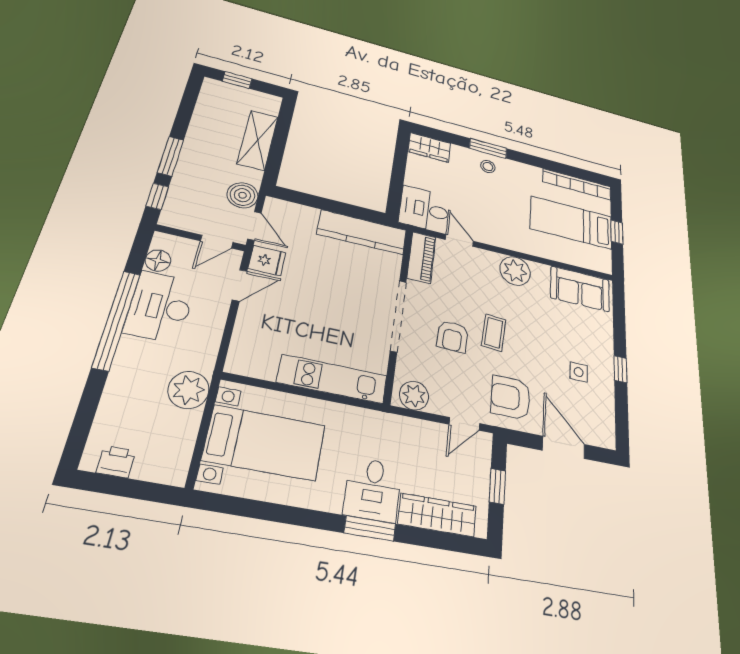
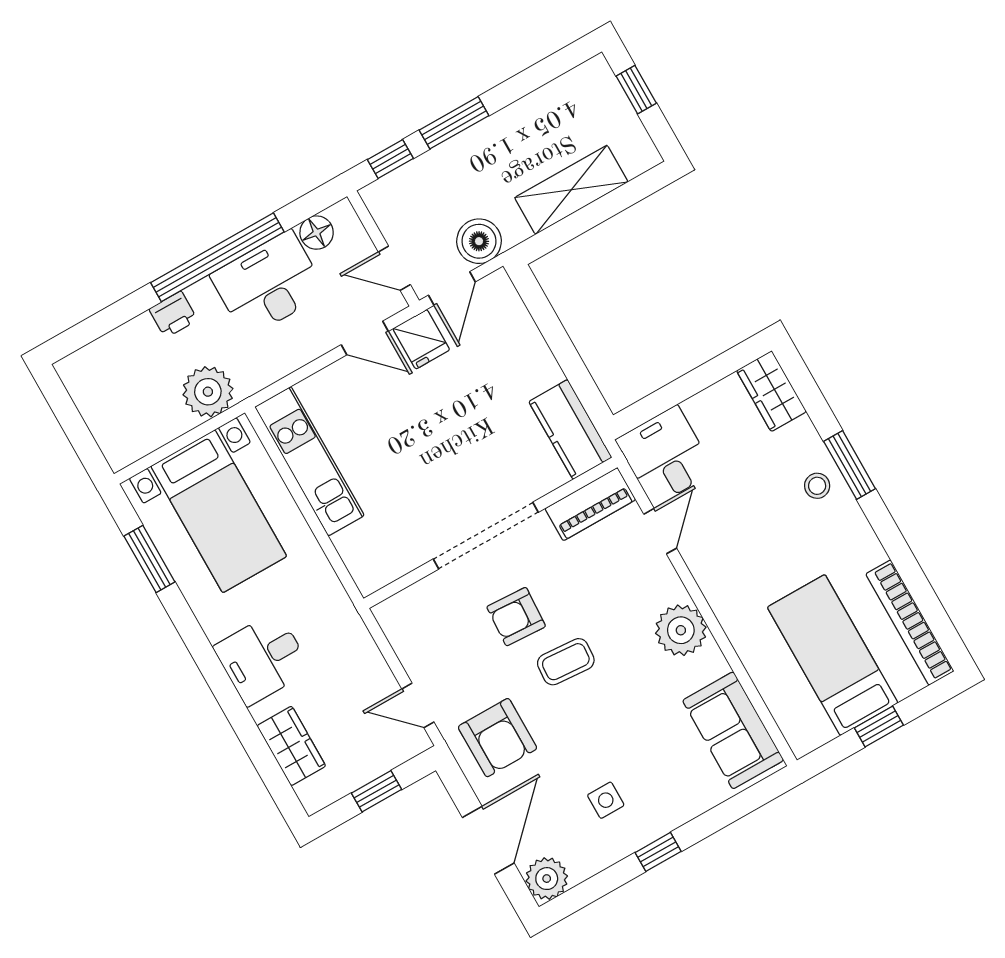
kitchen counter: (362, 232) -> (570, 430), width x0.67
kitchen unit: (333, 379) -> (310, 461), moved
plant: (414, 396) -> (547, 879), moved
armchair: (511, 397) -> (497, 738), turned 180
printer: (116, 462) -> (173, 314), moved, turned 90
wardrobe: (437, 515) -> (291, 746), width x0.67
window: (370, 528) -> (149, 559), moved

